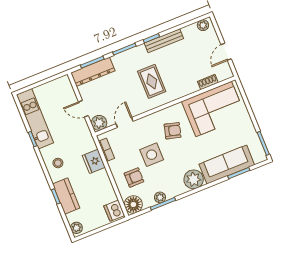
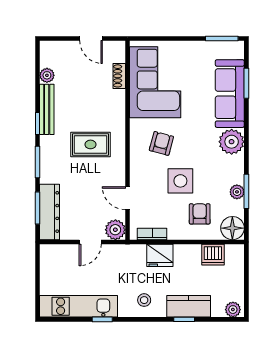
plant: (203, 25) -> (47, 75), moved
dishwasher: (114, 211) -> (213, 255), moved

